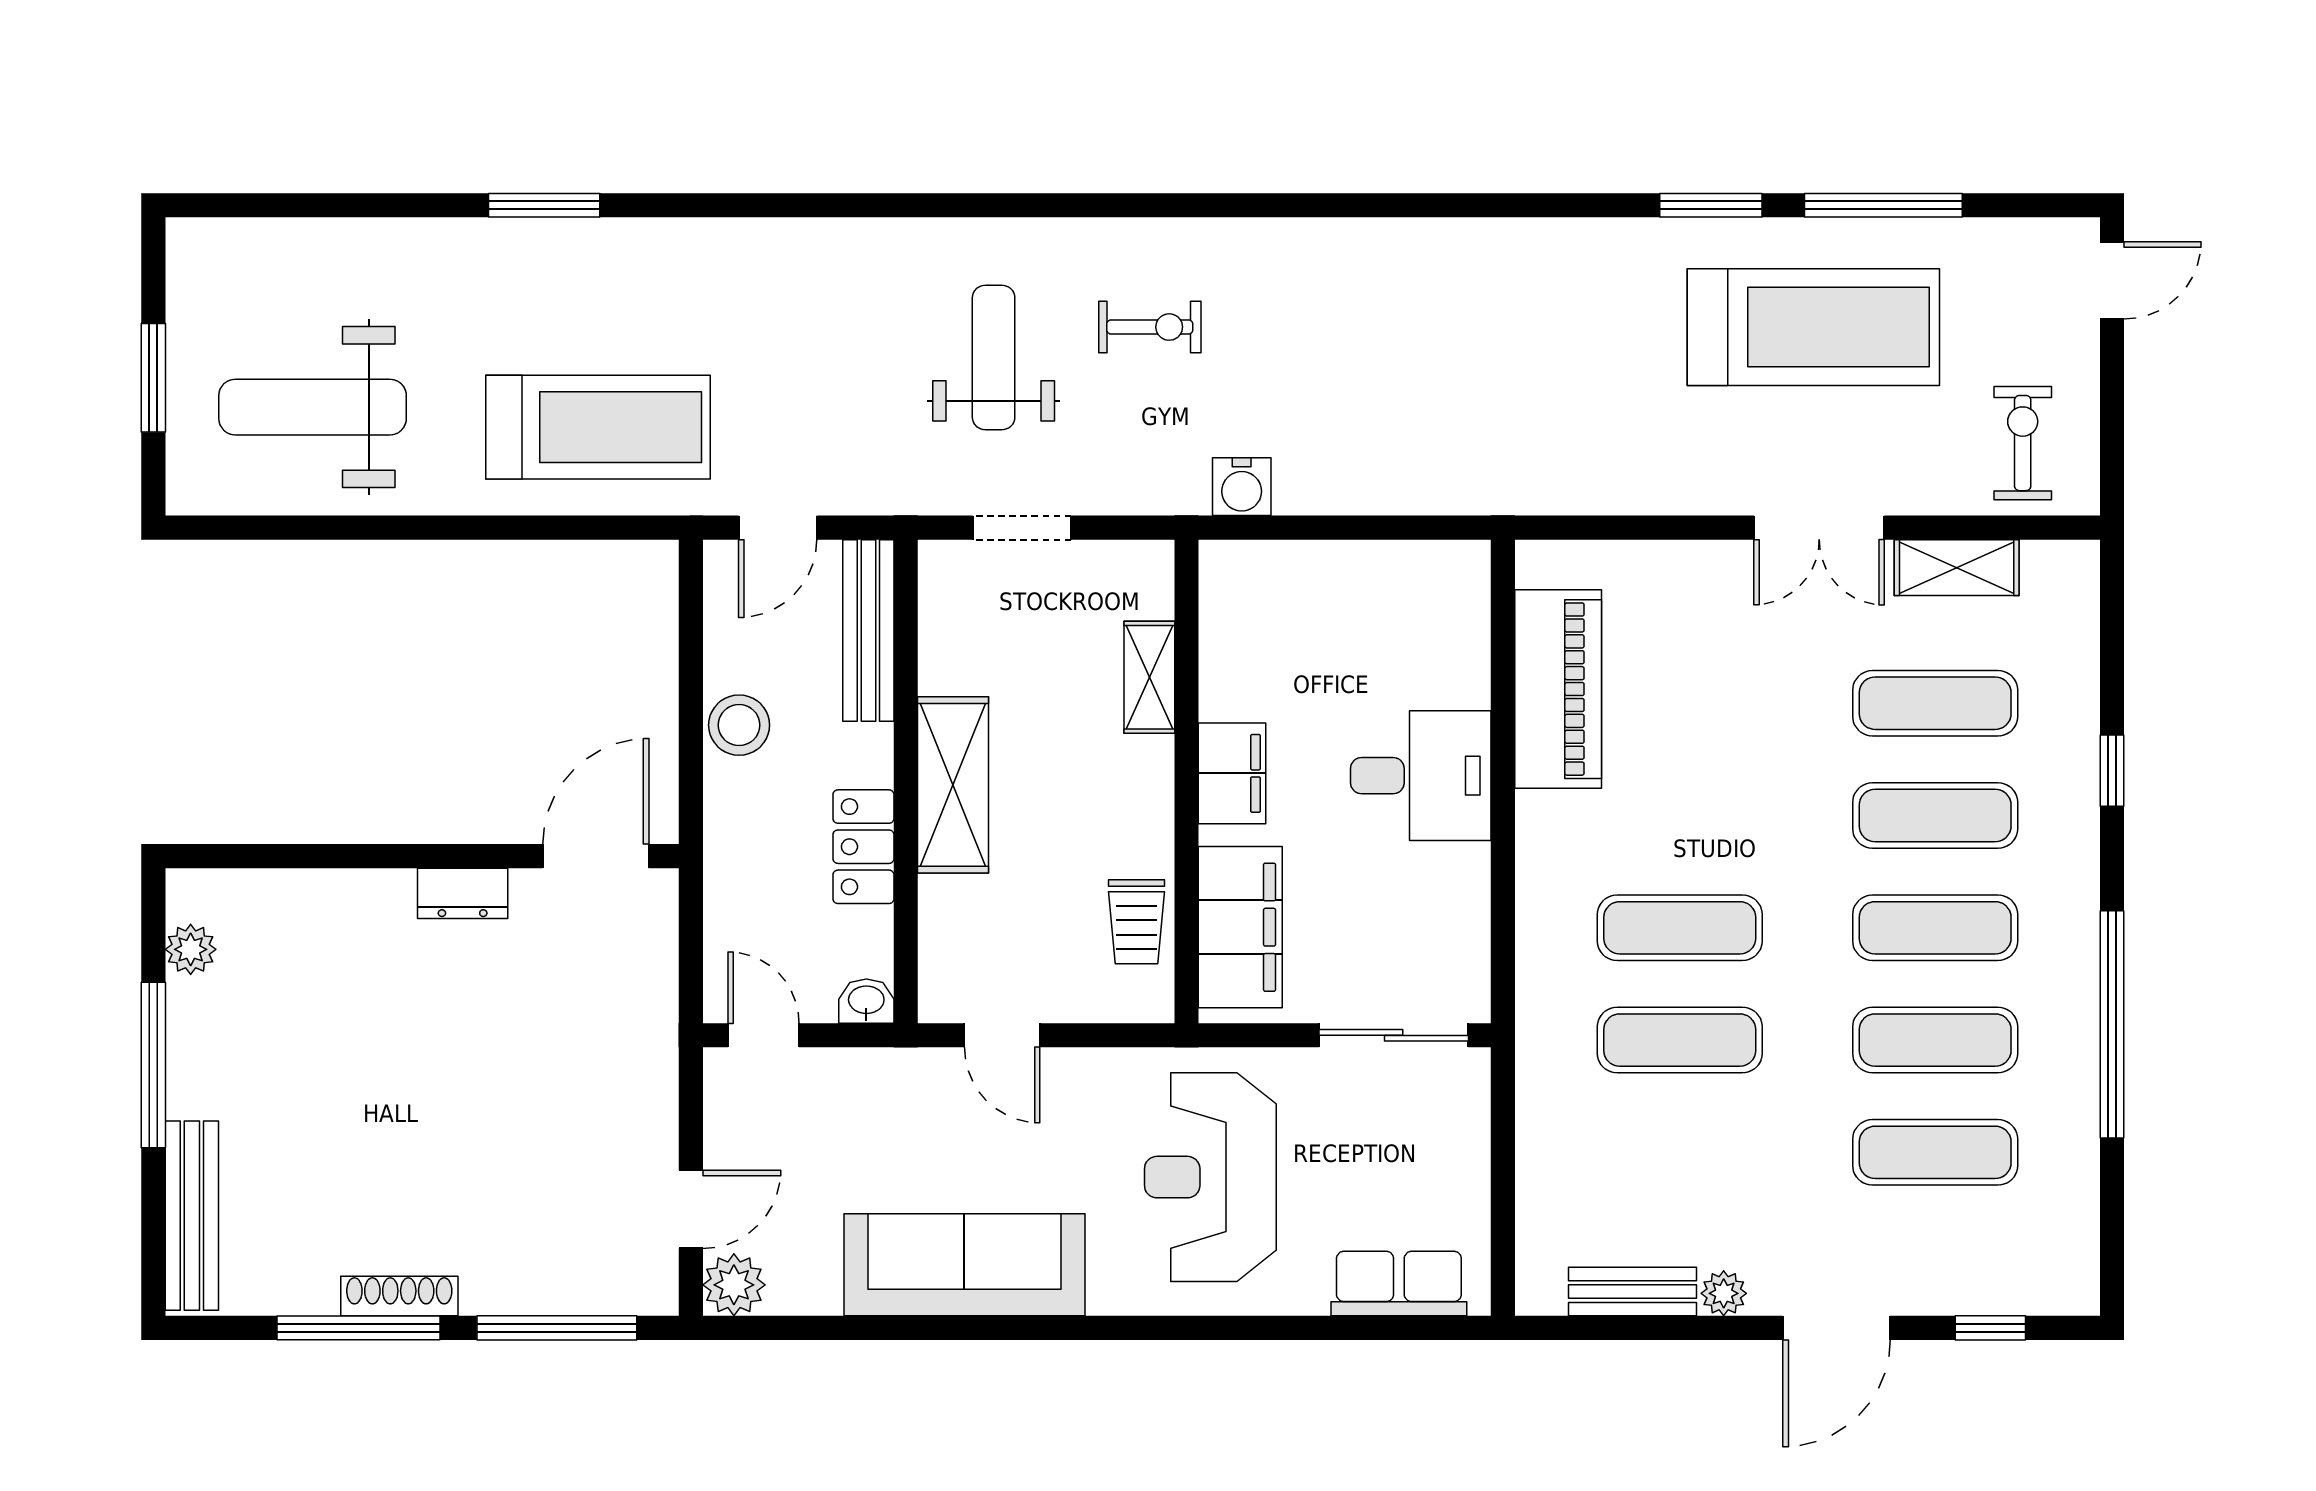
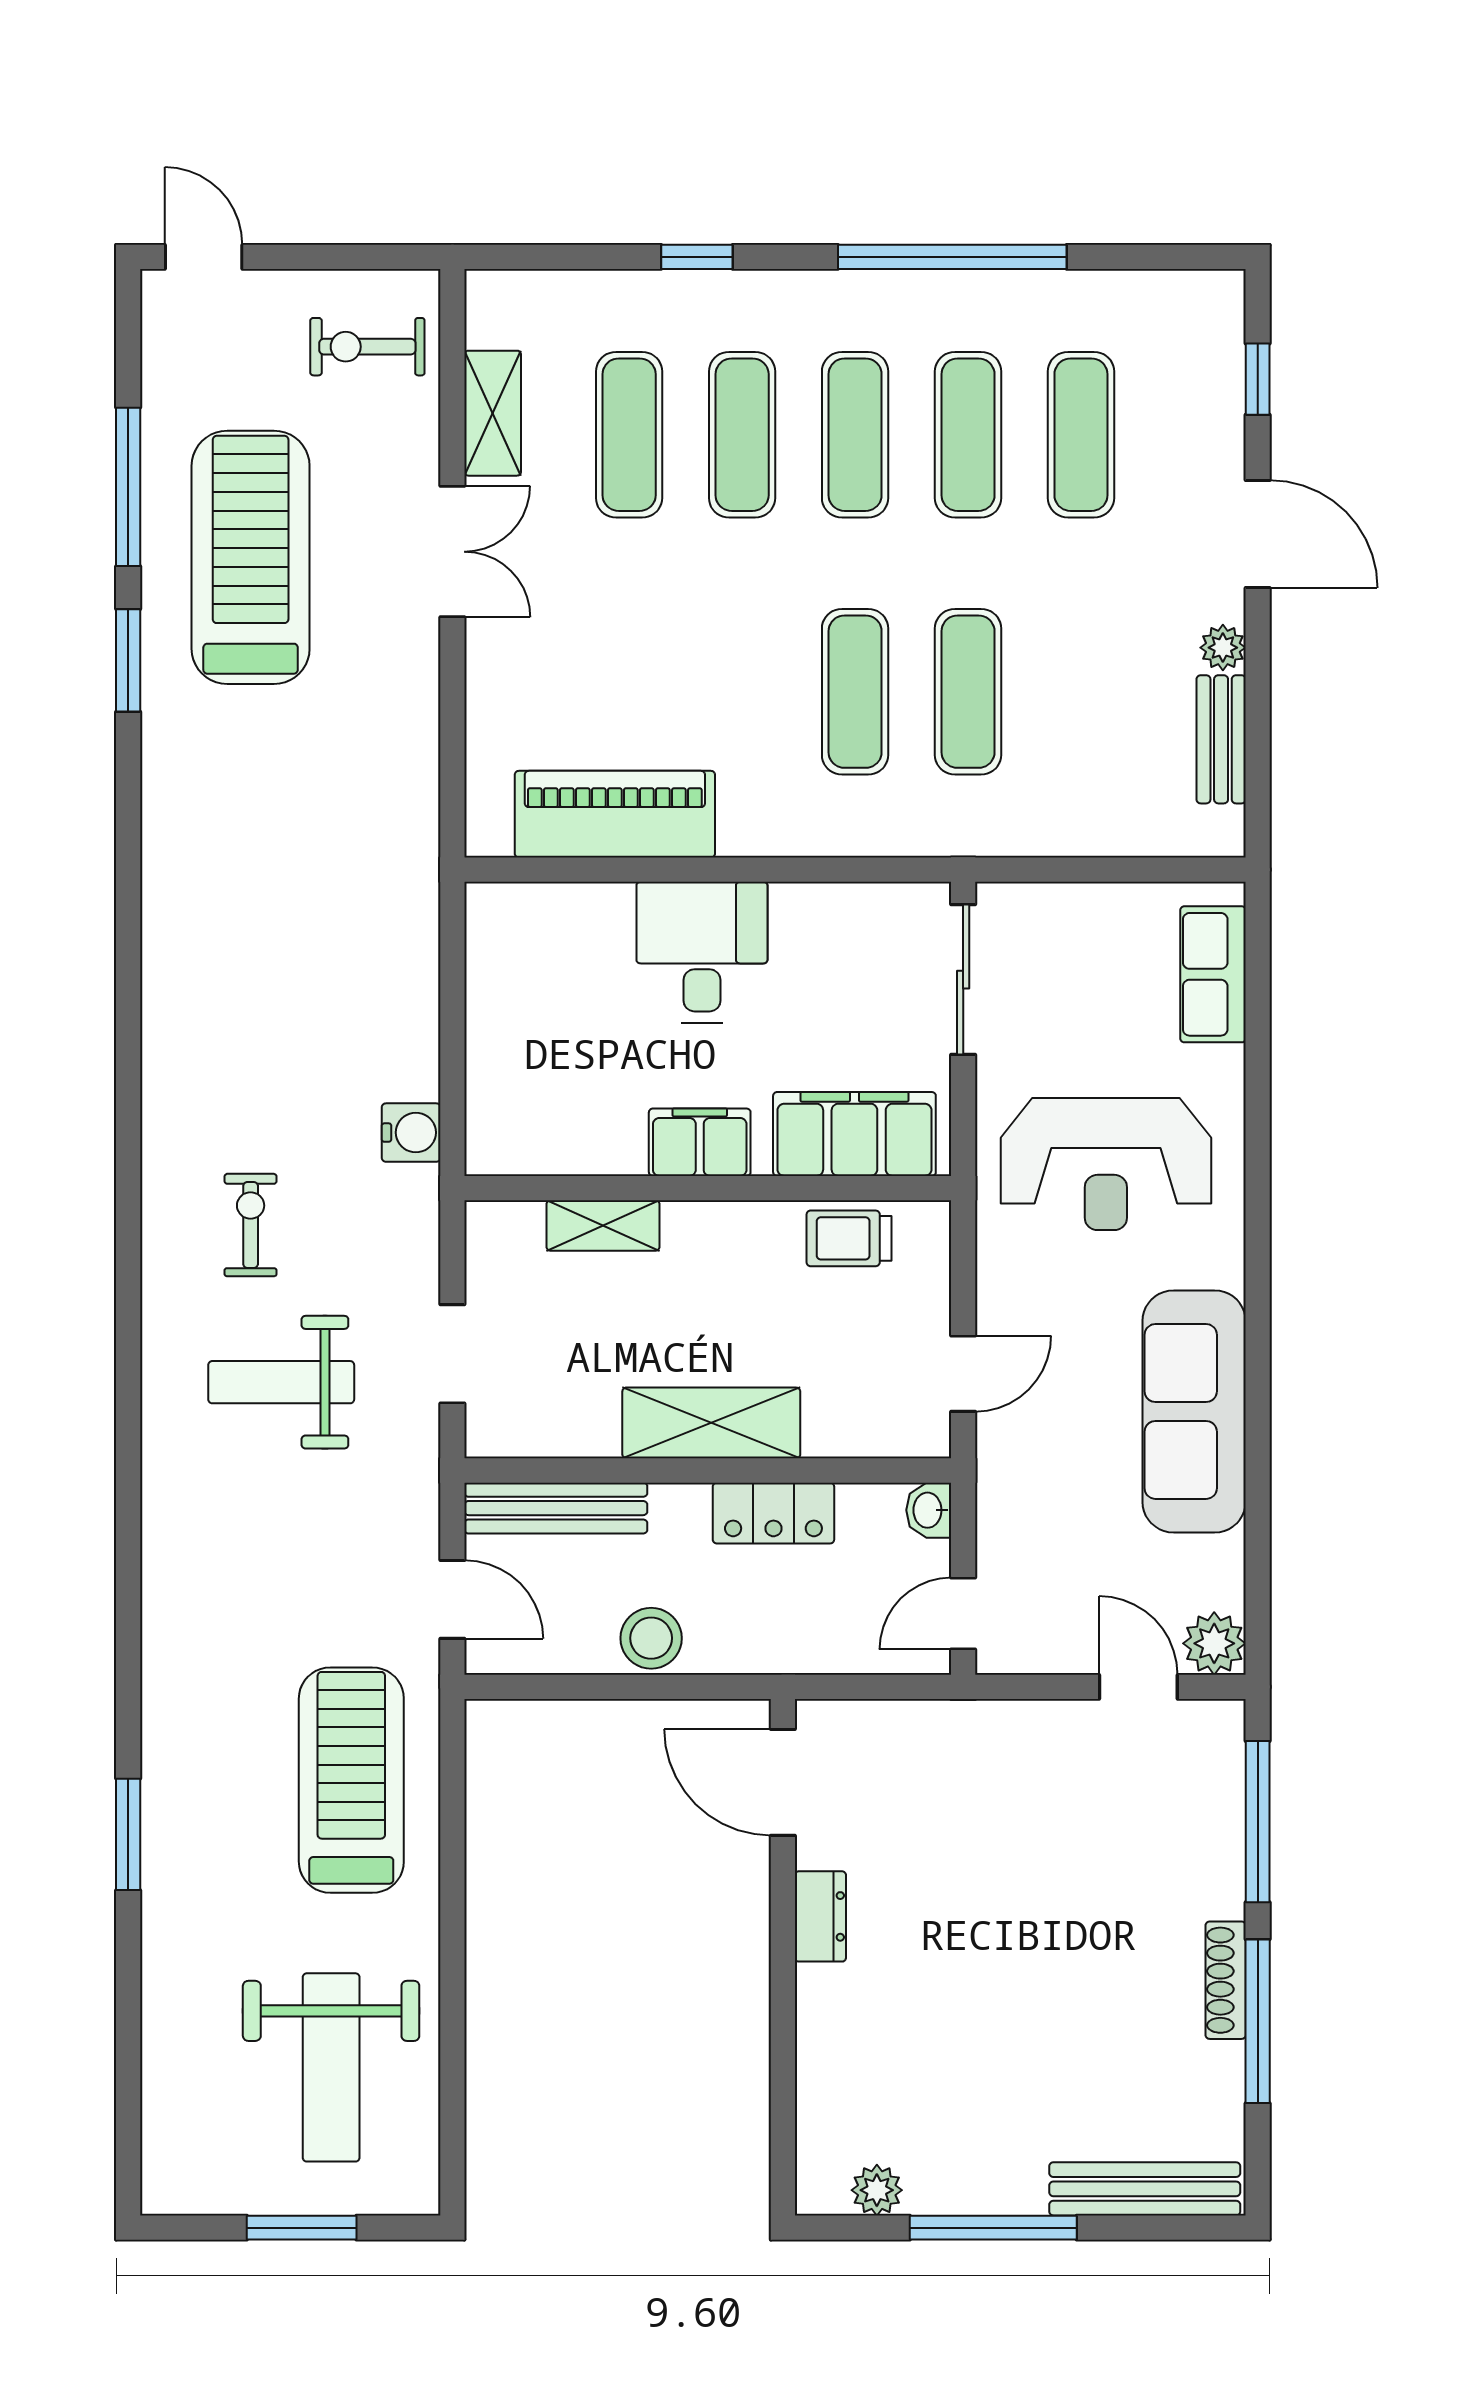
trolley: (1136, 922) -> (849, 1238), turned 180

